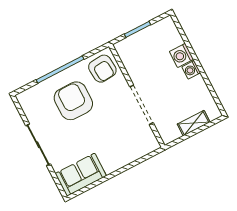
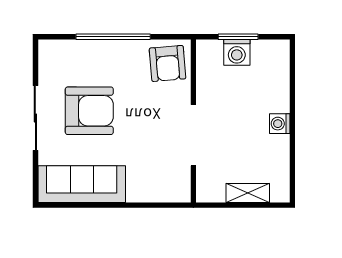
washing machine: (181, 55) -> (237, 52), moved, turned -90
armchair: (73, 101) -> (89, 111), moved, turned 90
sofa: (81, 175) -> (82, 184), width x1.36

